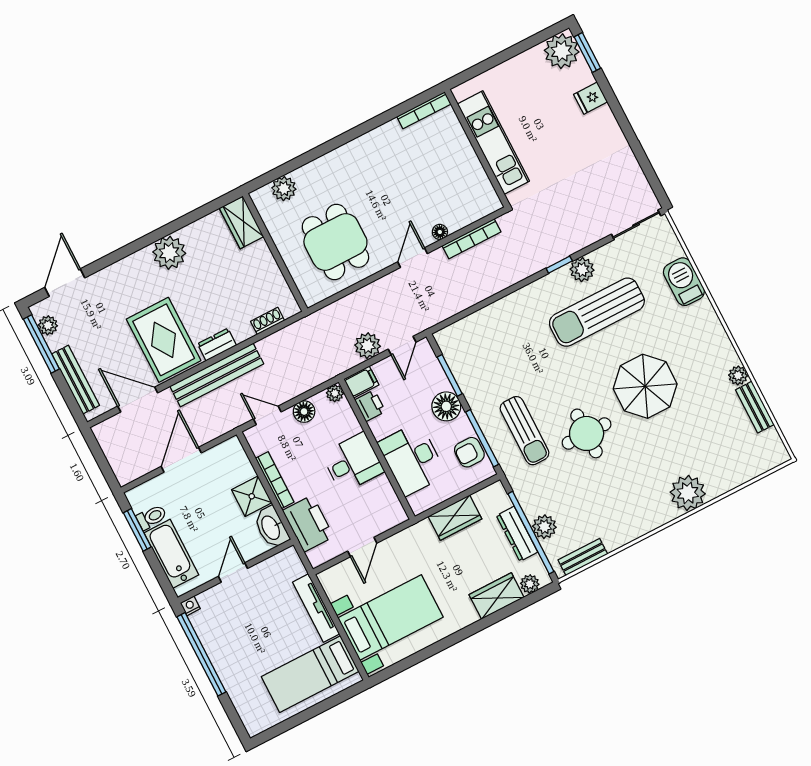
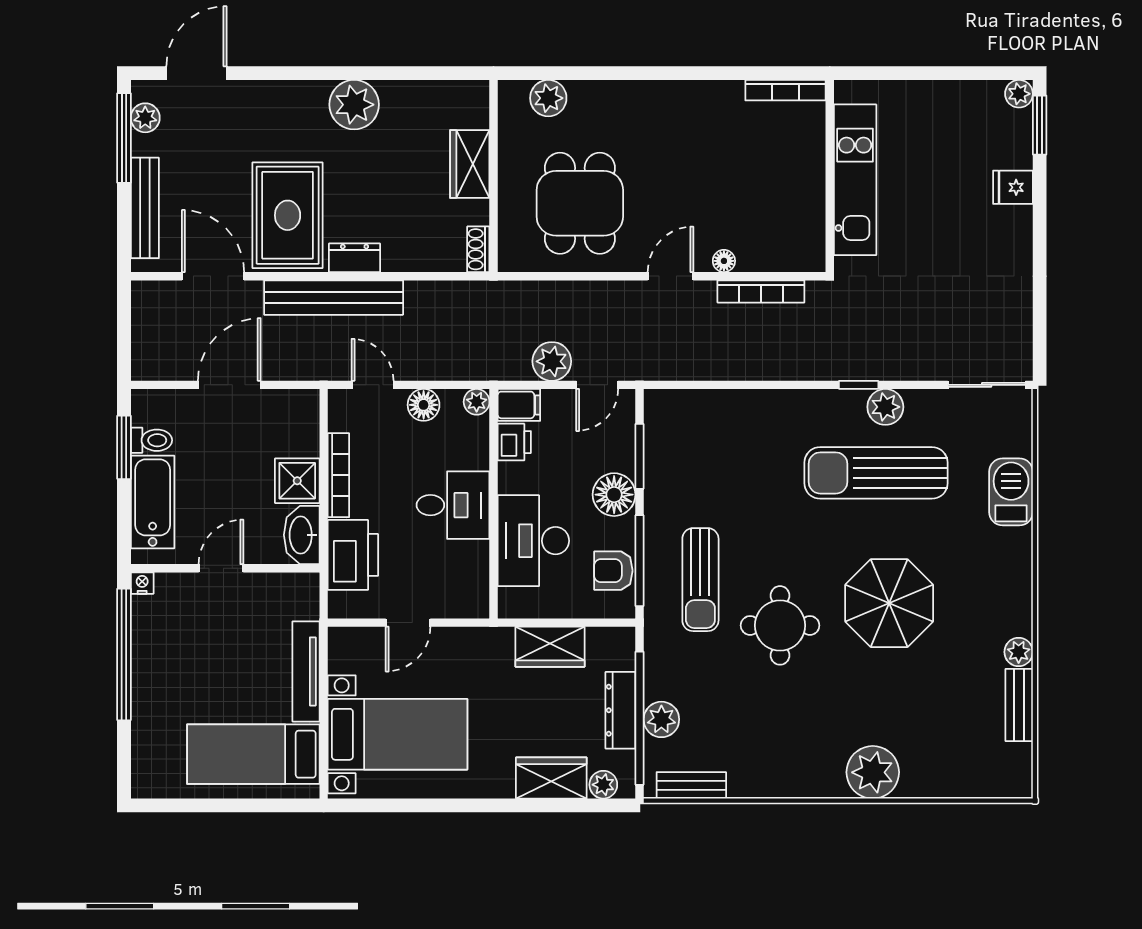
plant: (562, 51) -> (1019, 94), width x0.53, depth x0.53
wardrobe: (242, 222) -> (470, 164), moved
shoe rack: (268, 321) -> (478, 249), moved, turned -90

